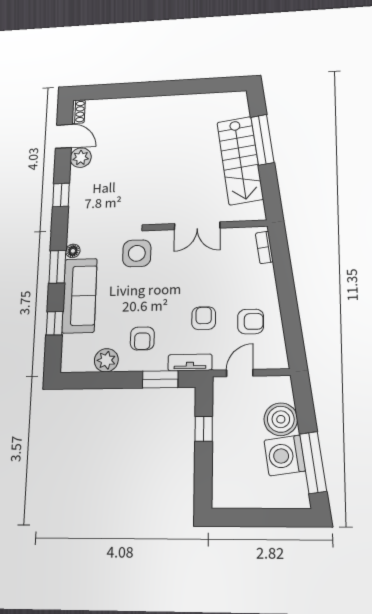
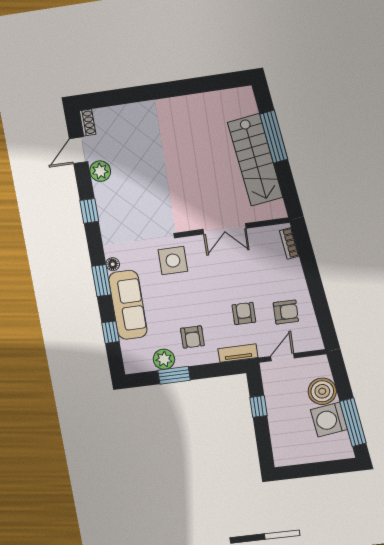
door: (64, 136) -> (79, 150), swing flipped
window: (160, 379) -> (174, 375), moved

